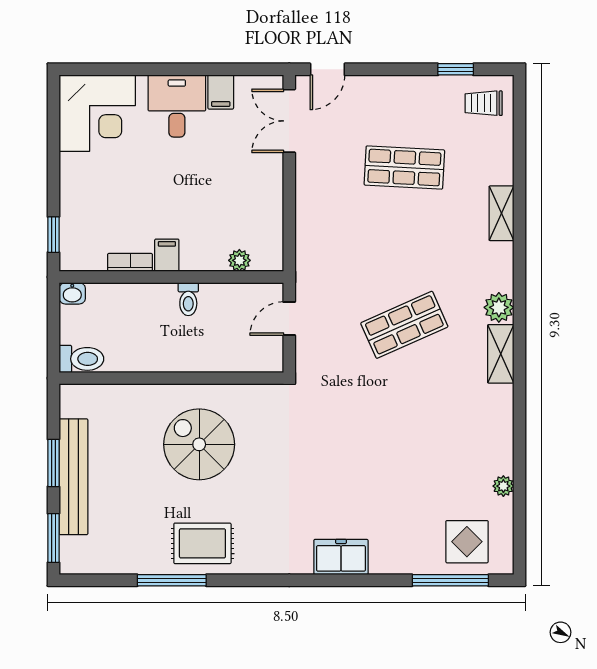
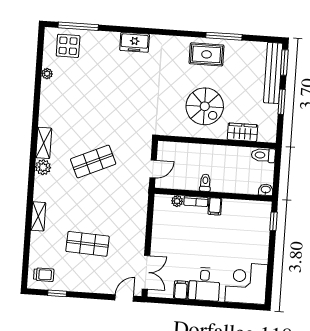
bookcase: (130, 262) -> (196, 201), moved
wardrobe: (124, 400) -> (242, 132), added
bench: (73, 477) -> (273, 73), moved

